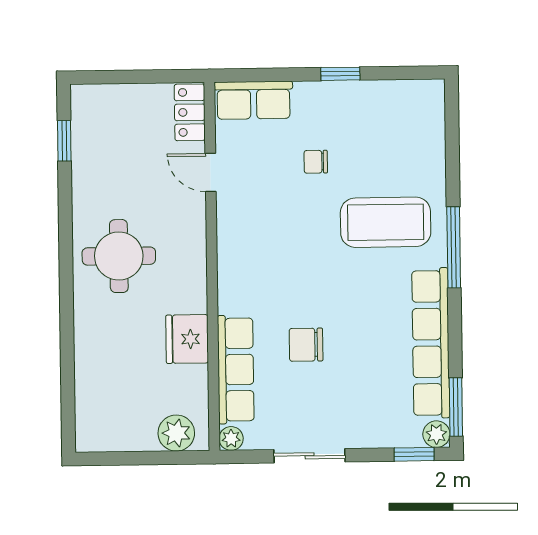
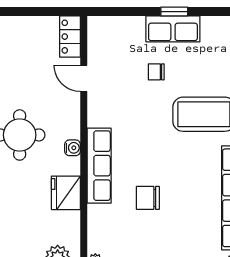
row of seats: (254, 100) -> (173, 29), moved
water cooler: (196, 274) -> (73, 148), added
row of seats: (236, 370) -> (99, 166), moved

